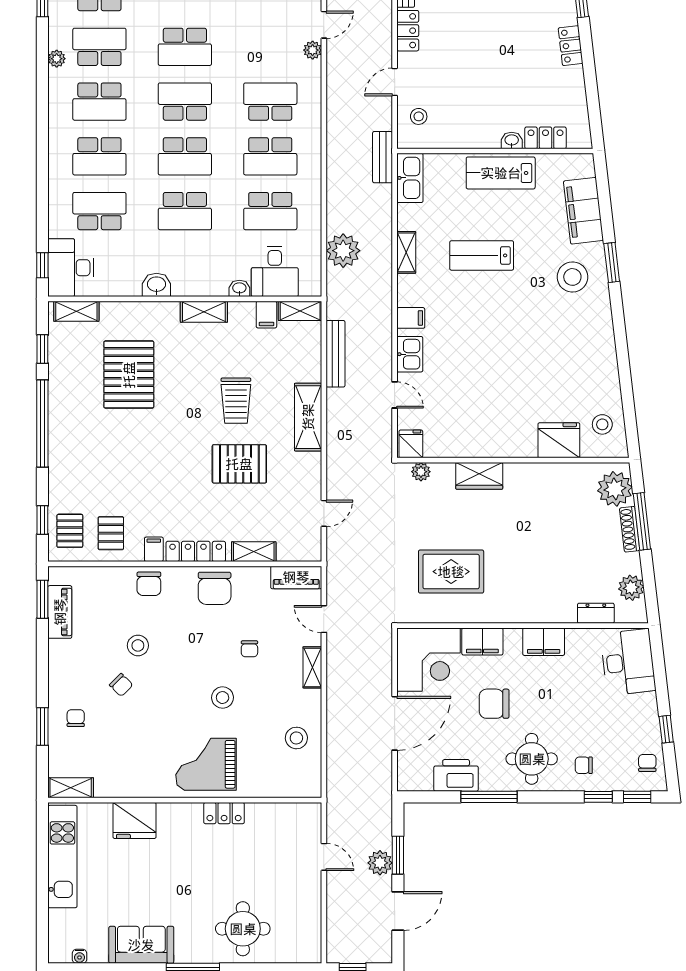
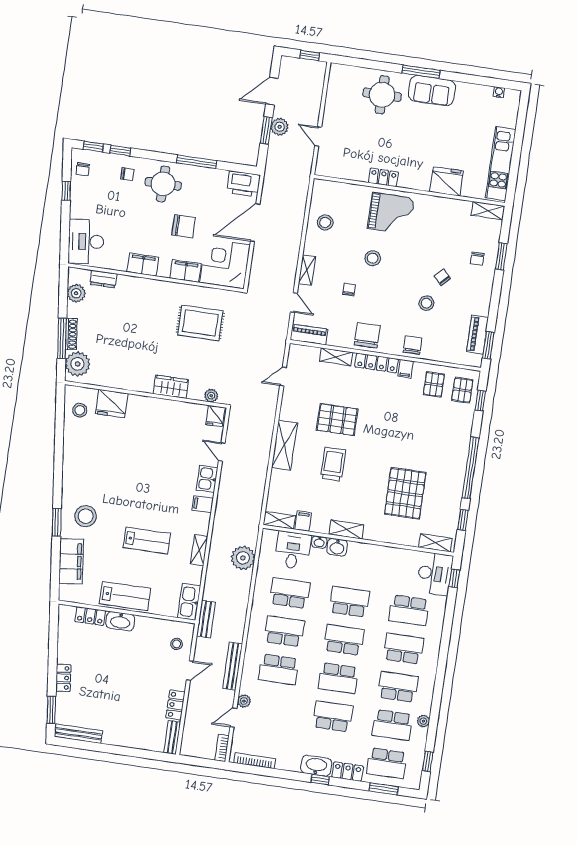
washbasin: (512, 140) -> (120, 621), width x1.91, depth x1.45
washbasin: (156, 285) -> (337, 547), moved
bench: (335, 354) -> (233, 666), moved
printer: (456, 775) -> (243, 184), moved
sofa: (141, 945) -> (432, 91), moved

